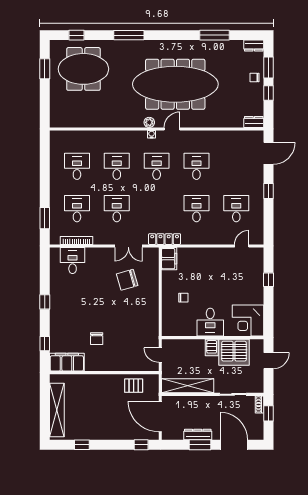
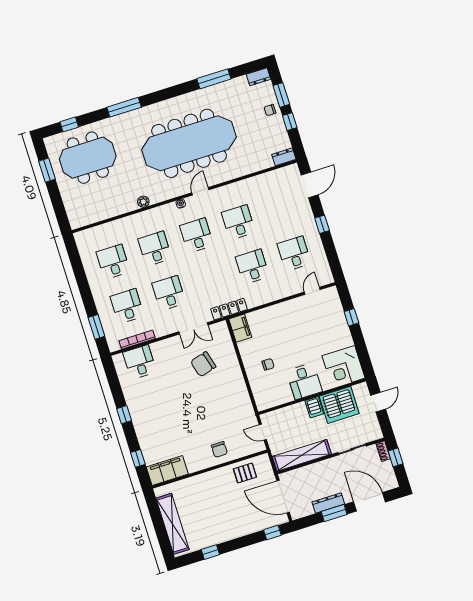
plant: (149, 122) -> (143, 202), moved
chair: (97, 339) -> (219, 449), moved

